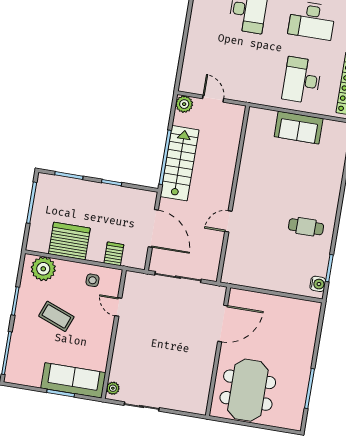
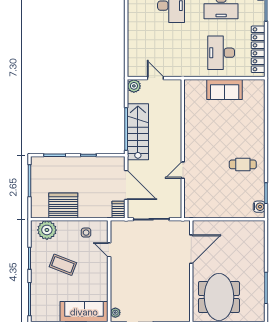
server rack: (114, 254) -> (118, 210), moved

